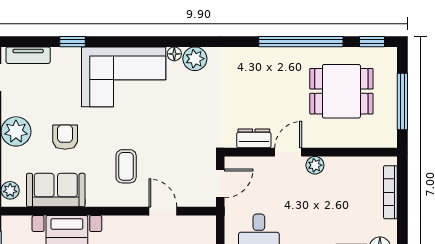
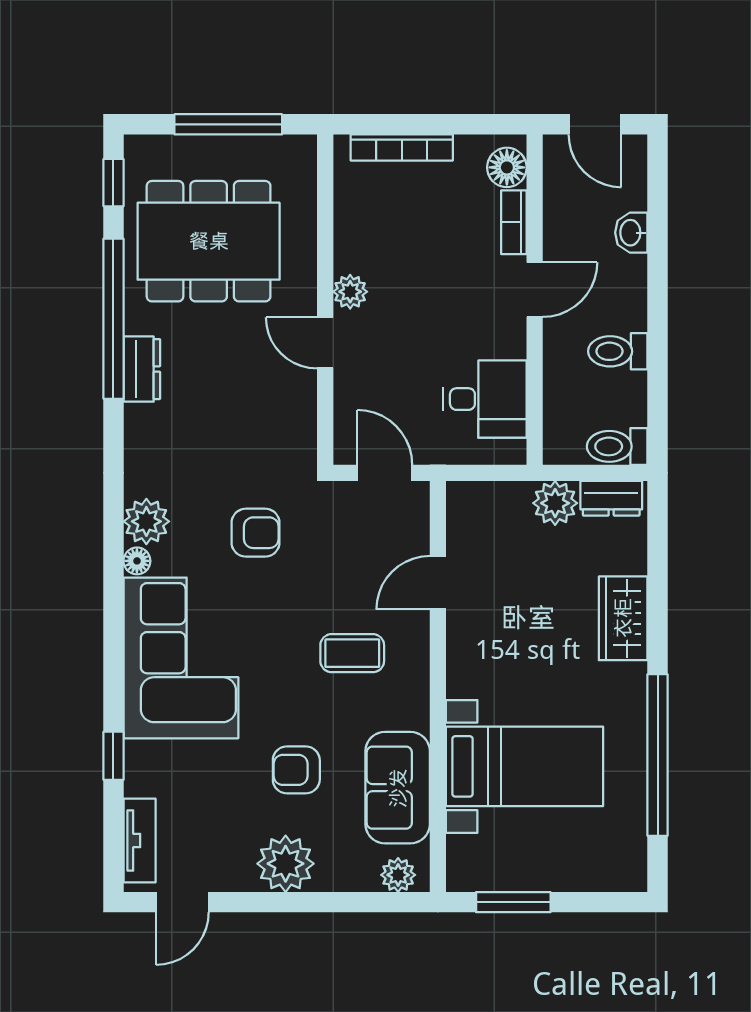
dining table: (341, 91) -> (209, 241), width x1.38
armchair: (189, 116) -> (255, 533), added
dresser: (254, 138) -> (142, 369), moved, turned 180

